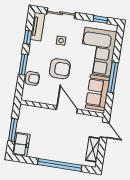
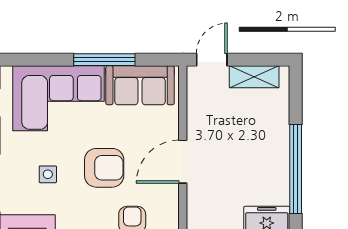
armchair: (60, 69) -> (104, 168), turned 90
door: (67, 109) -> (183, 162), moved
window: (60, 165) -> (296, 169), moved

